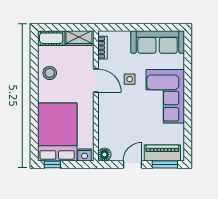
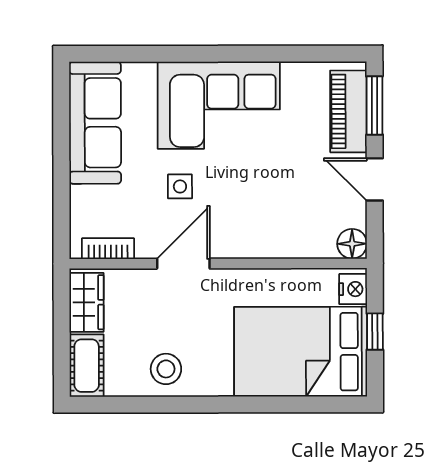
window: (52, 164) -> (375, 332), moved

